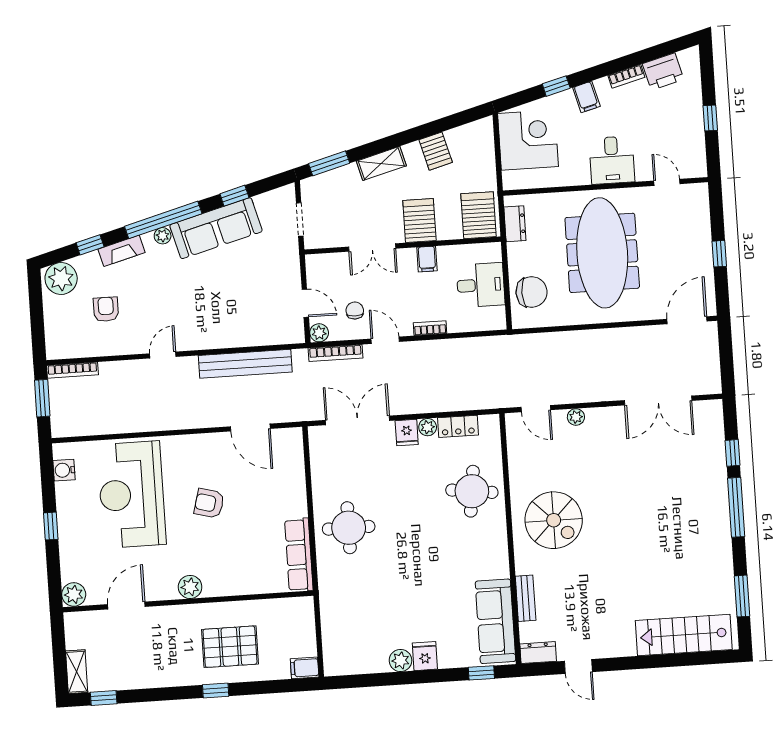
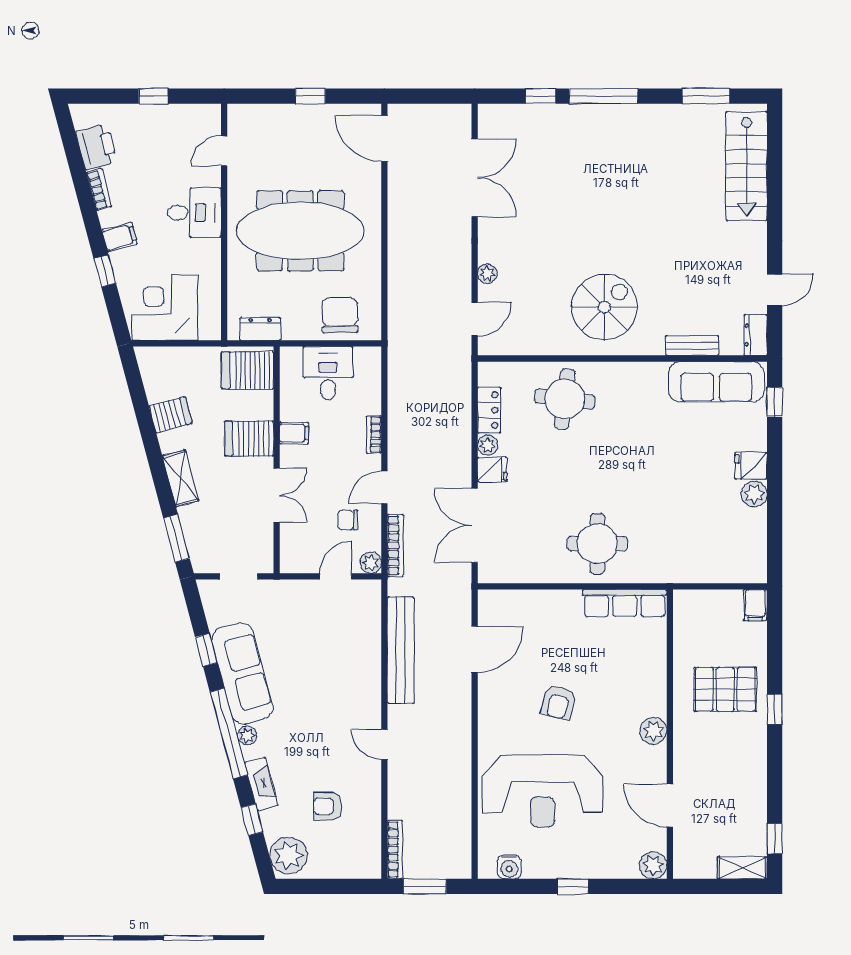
pallet: (230, 647) -> (725, 689), turned 90

